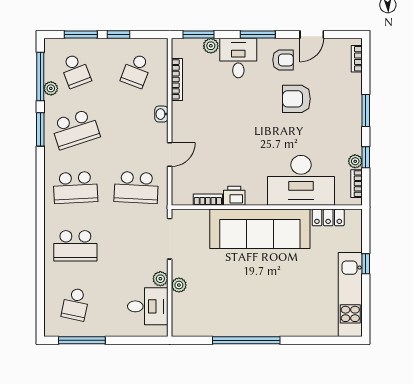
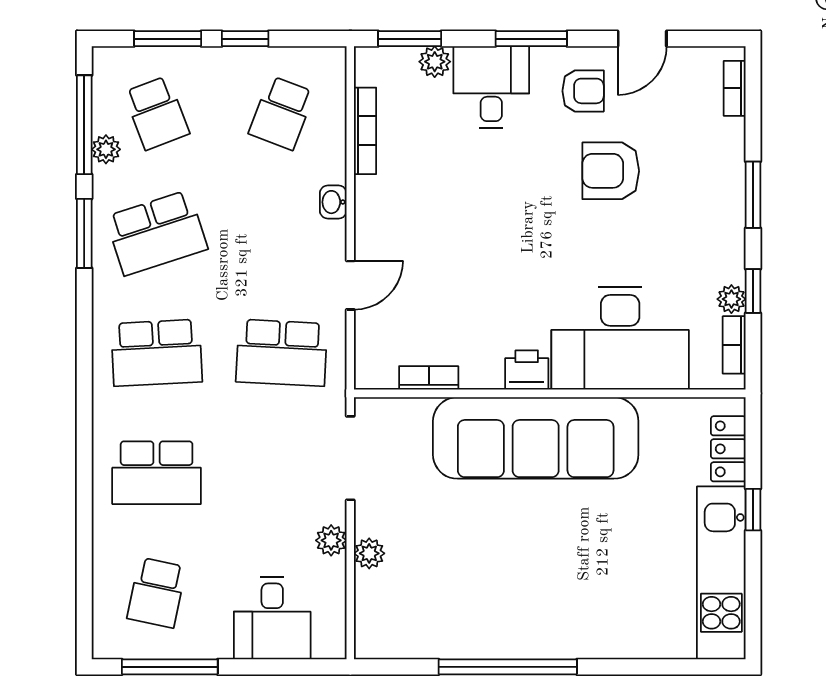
printer: (234, 196) -> (527, 370), moved
locker: (328, 217) -> (728, 449), moved, turned 90
desk: (148, 306) -> (272, 618), moved, turned 90

